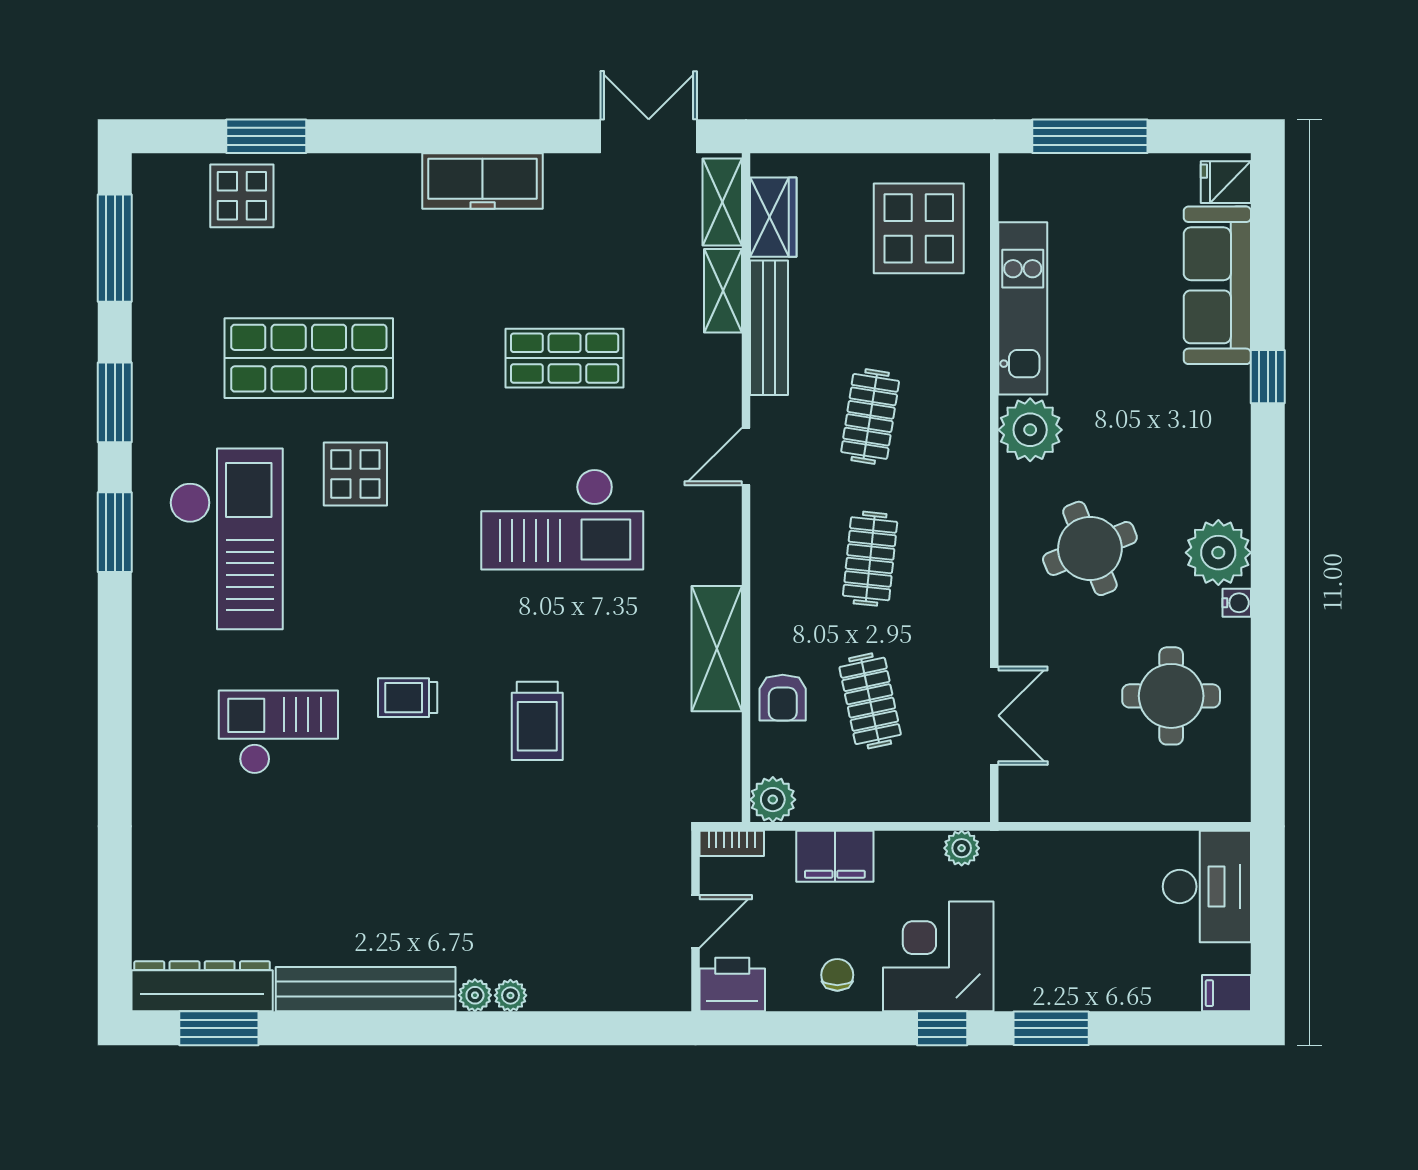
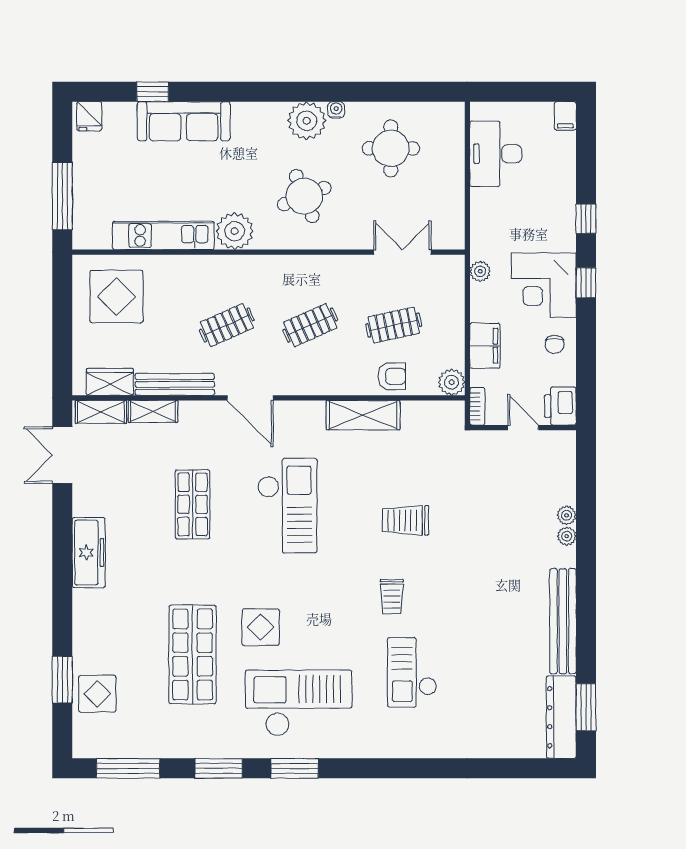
sofa: (1217, 285) -> (184, 121), moved
window: (1268, 377) -> (153, 92), moved
clothes rail: (870, 416) -> (227, 325), turned -33
door: (746, 456) -> (250, 398), width x1.38
clothes rail: (870, 559) -> (310, 325), turned -30
trolley: (537, 721) -> (405, 520), turned 180
desk: (1207, 887) -> (496, 154), moved, turned -90
chair: (837, 975) -> (555, 344), turned -90
plant: (475, 995) -> (566, 515), moved
window: (1051, 1028) -> (586, 219), width x0.67

